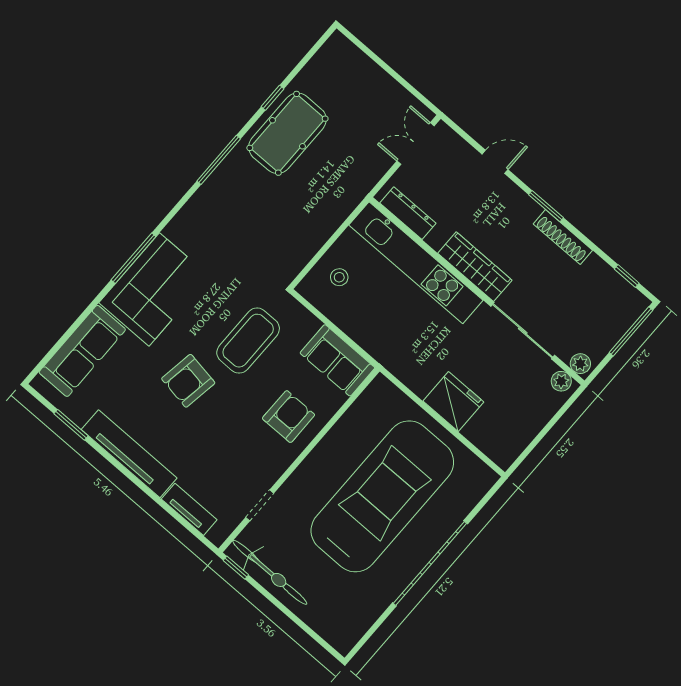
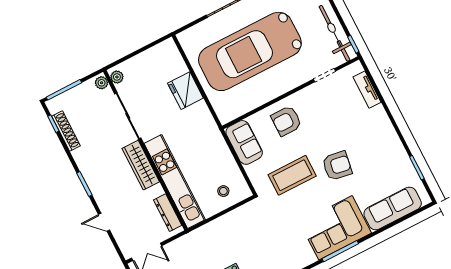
shoe rack: (563, 237) -> (66, 131), moved
tv unit: (129, 454) -> (389, 137), removed

